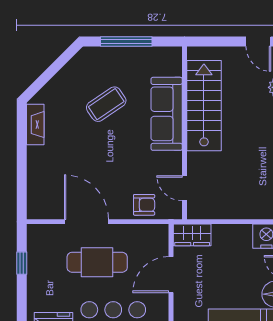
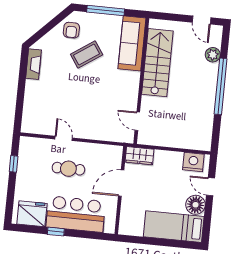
sofa: (167, 114) -> (132, 43), moved
armchair: (144, 205) -> (71, 30), moved, turned 90
door: (86, 222) -> (64, 138), width x0.53
cafe table: (97, 262) -> (68, 169), width x0.73, depth x0.74

